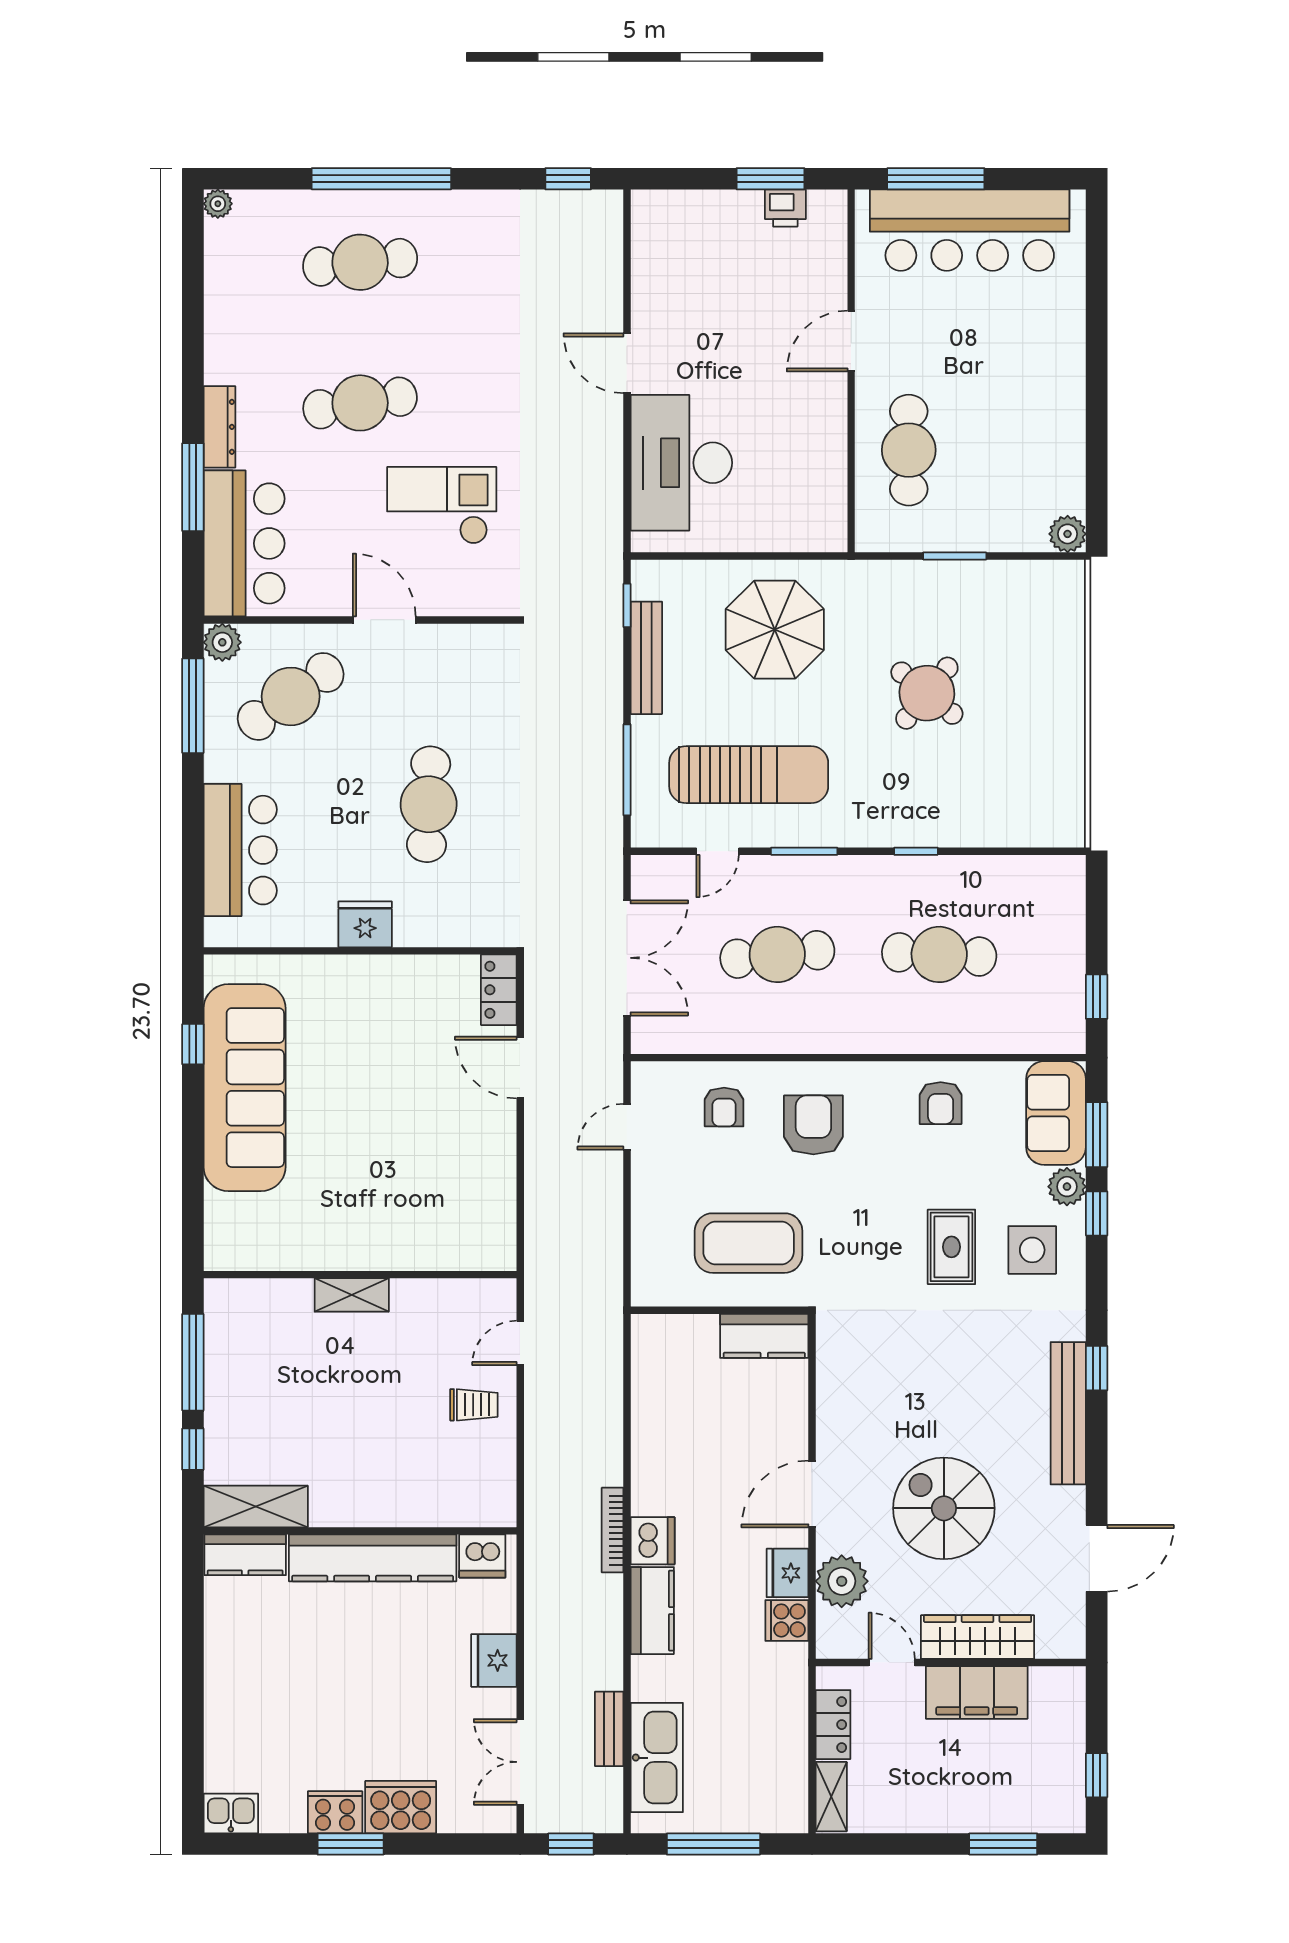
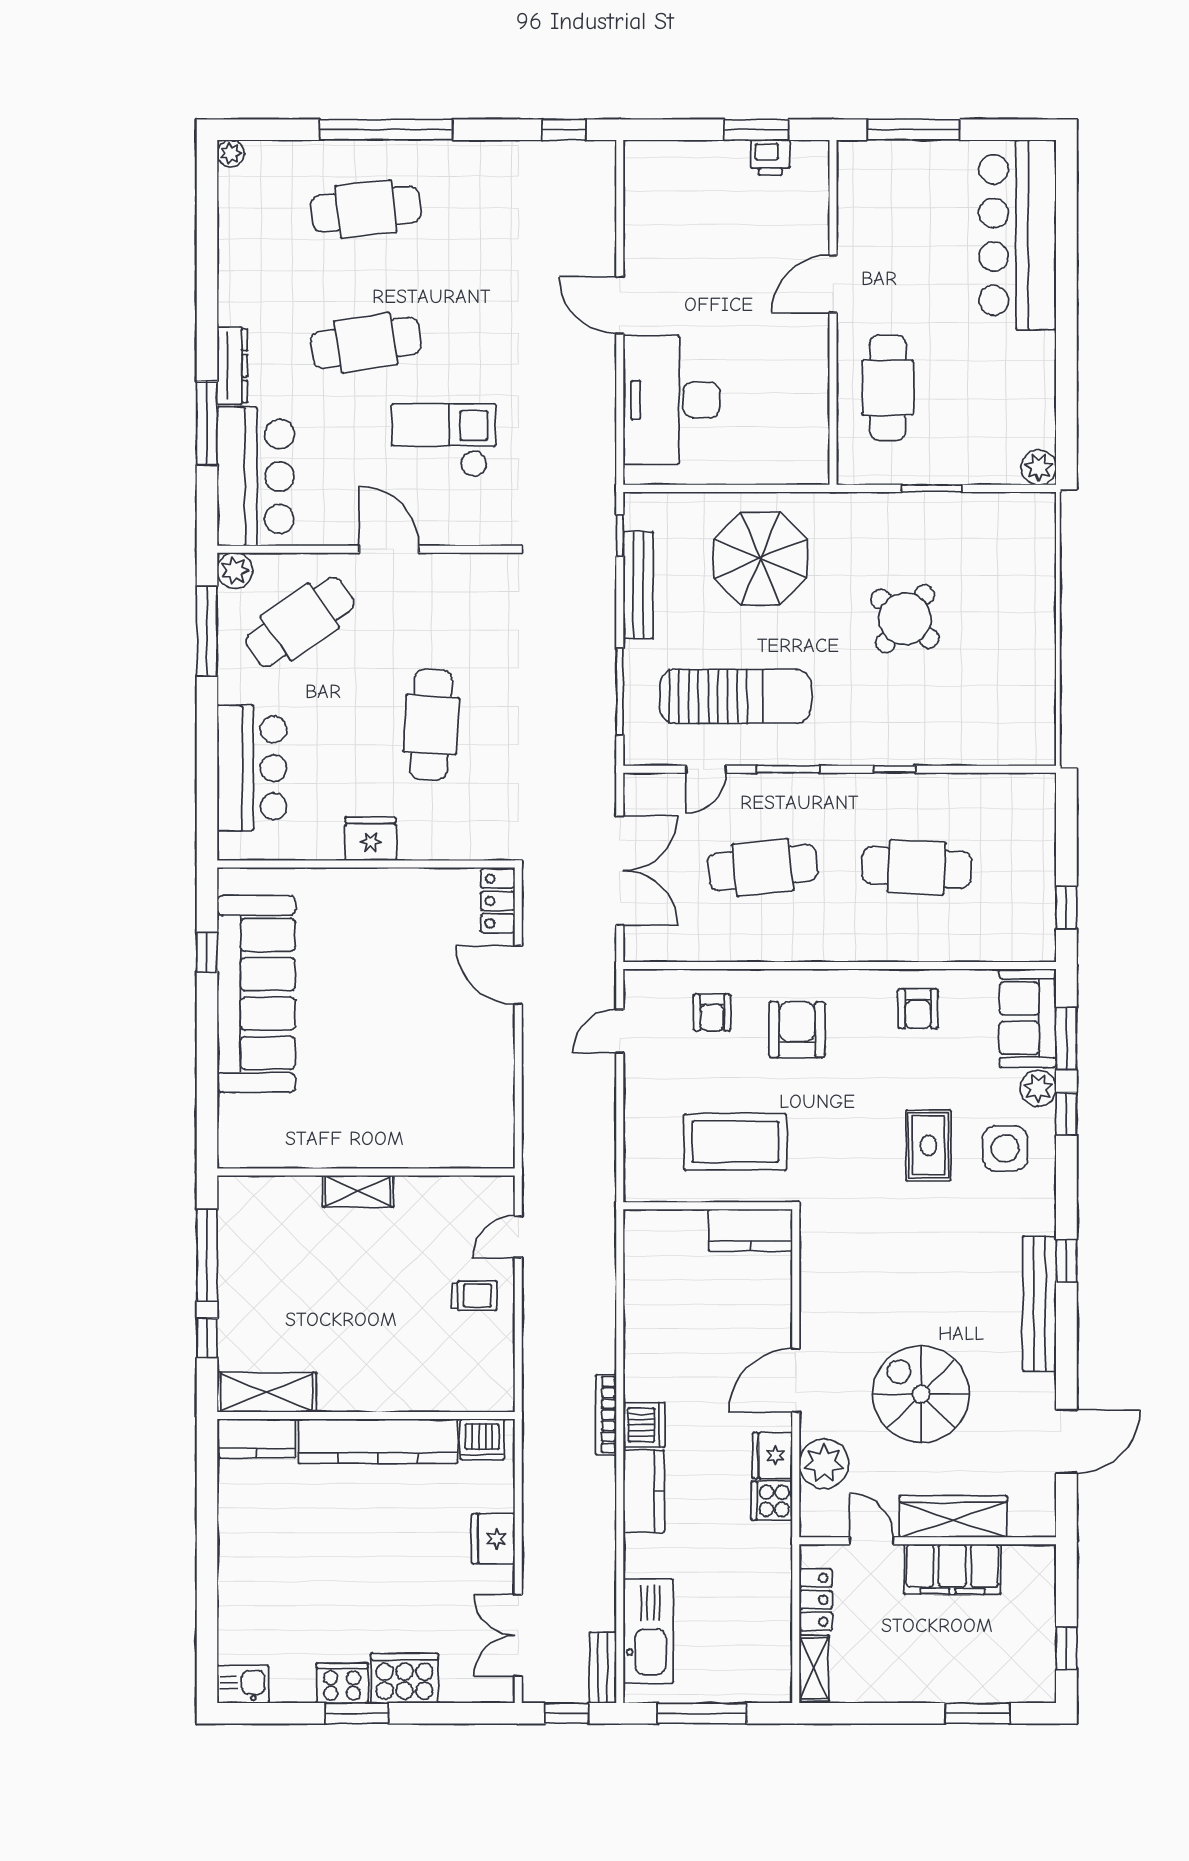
bar counter: (970, 230) -> (1018, 235), moved, turned 90
bench: (609, 1729) -> (603, 1668), moved

